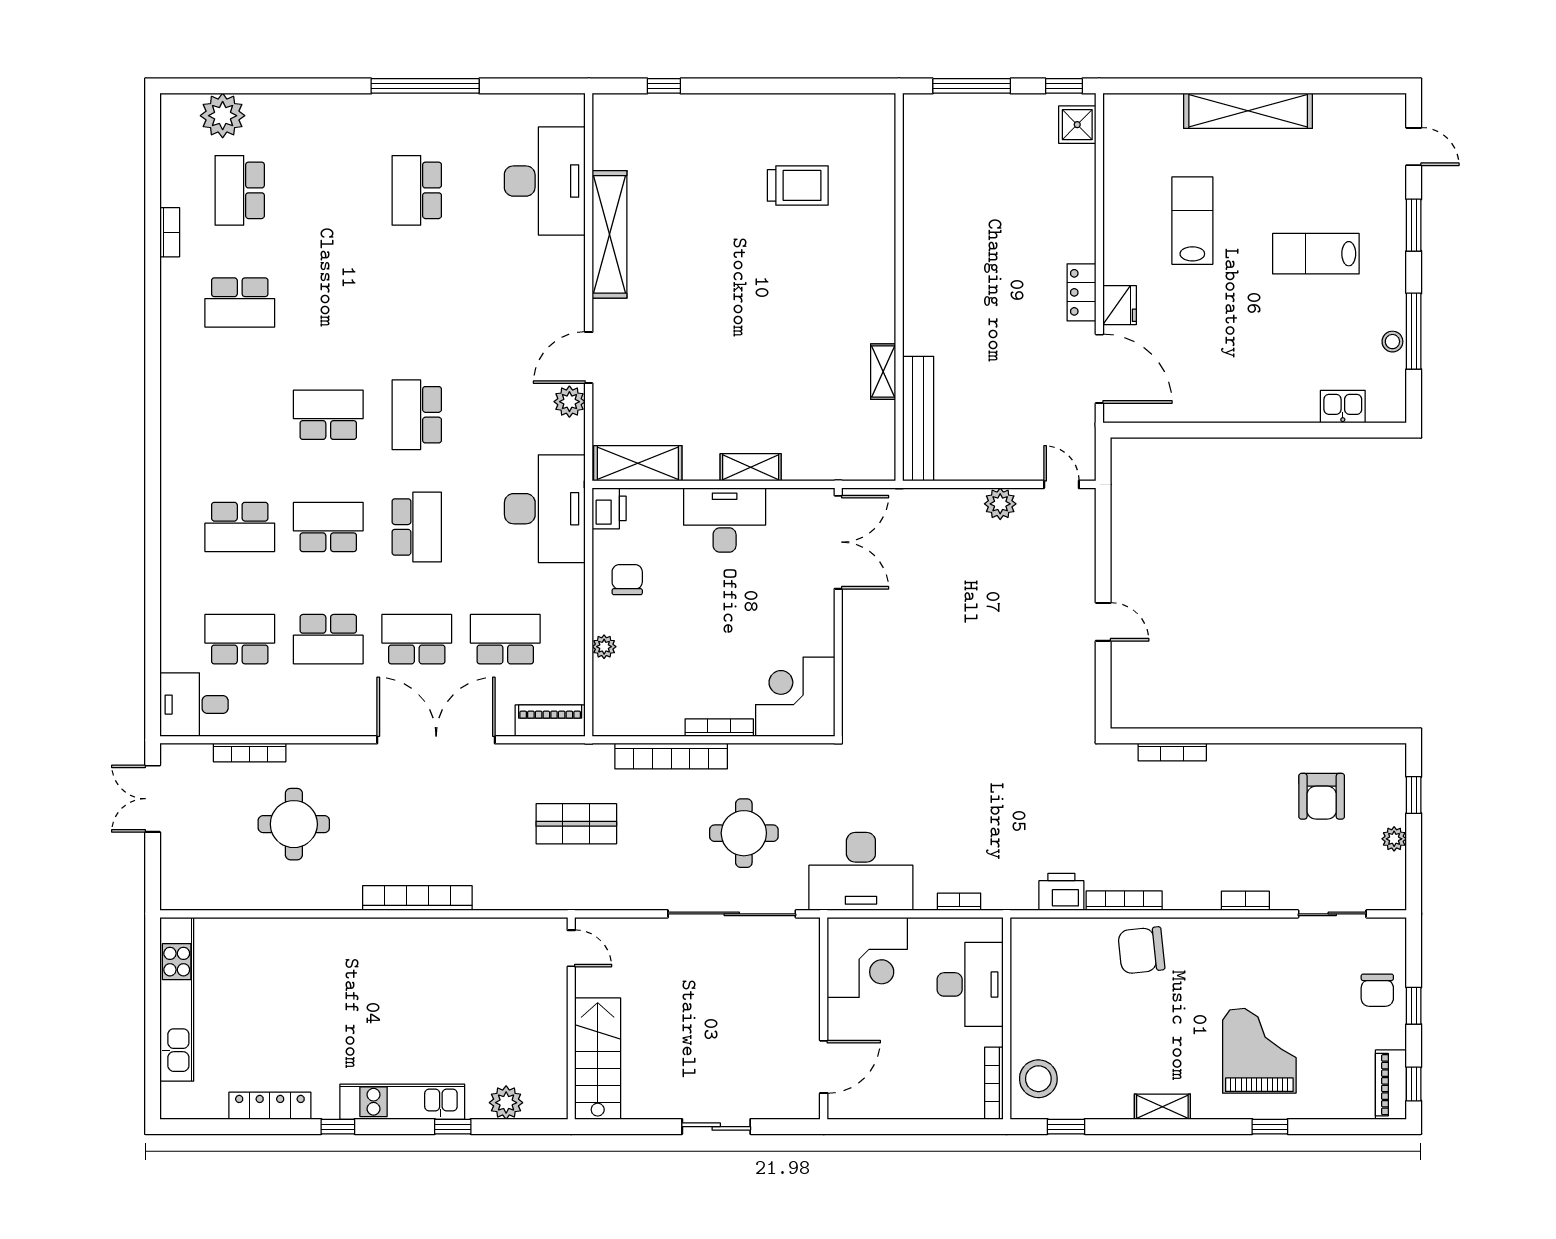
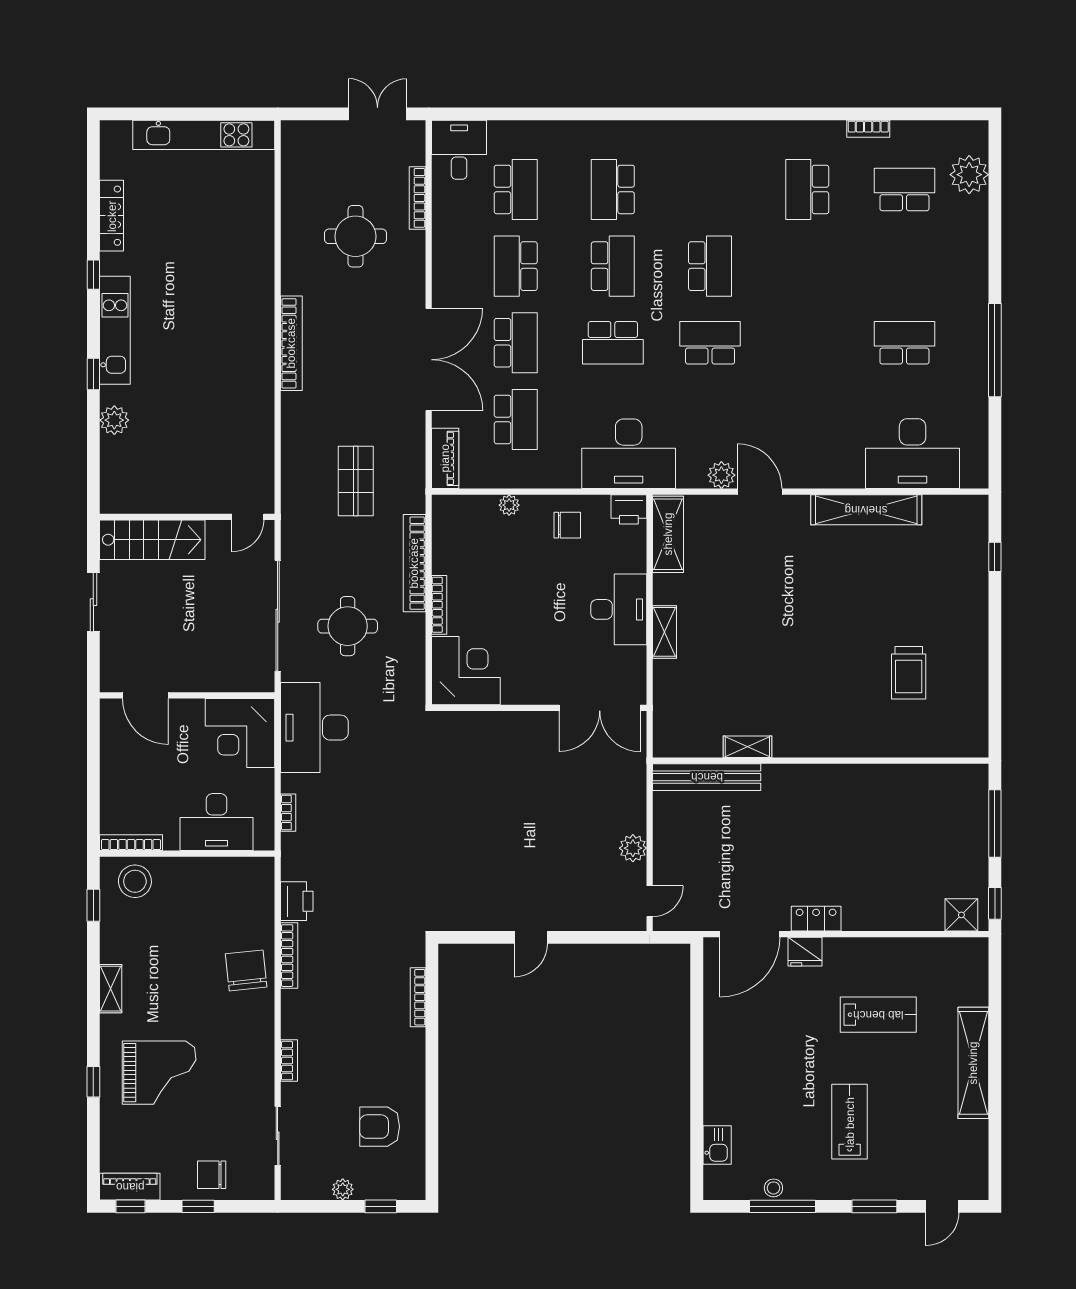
door: (571, 948) -> (248, 517), moved
wall: (571, 1018) -> (187, 517), moved
stairs: (598, 1059) -> (152, 540), moved

